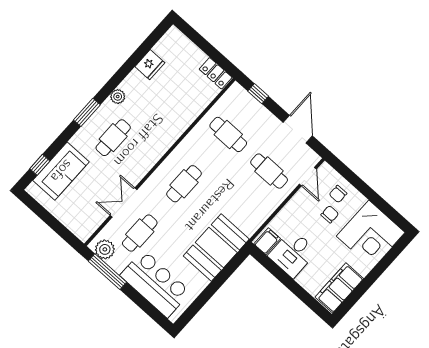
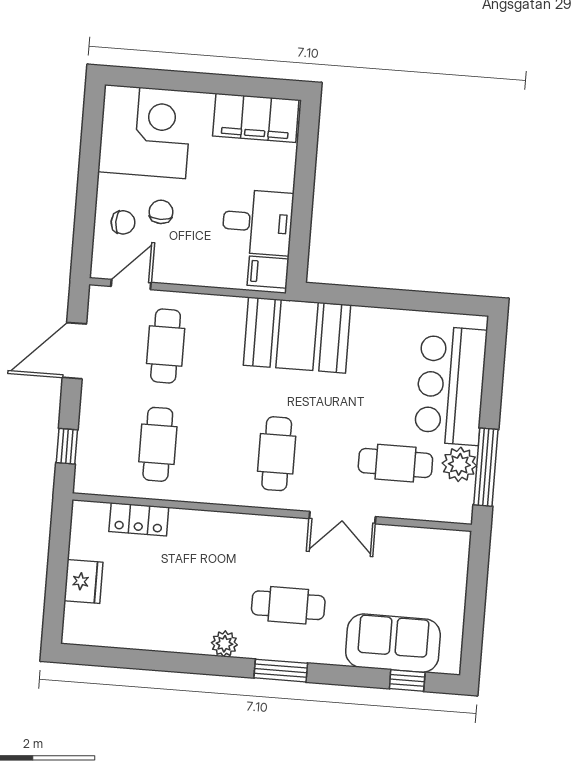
fridge: (150, 65) -> (83, 581), moved, turned 90
locker: (216, 73) -> (139, 519), moved, turned 90
cafe table: (184, 184) -> (277, 454), turned 90
double door: (123, 202) -> (342, 518), moved
chair: (330, 214) -> (161, 212), turned 90
booth: (216, 248) -> (297, 335), moved
plant: (105, 249) -> (459, 464), moved

